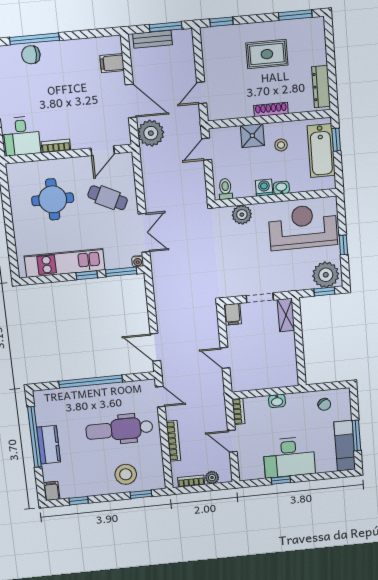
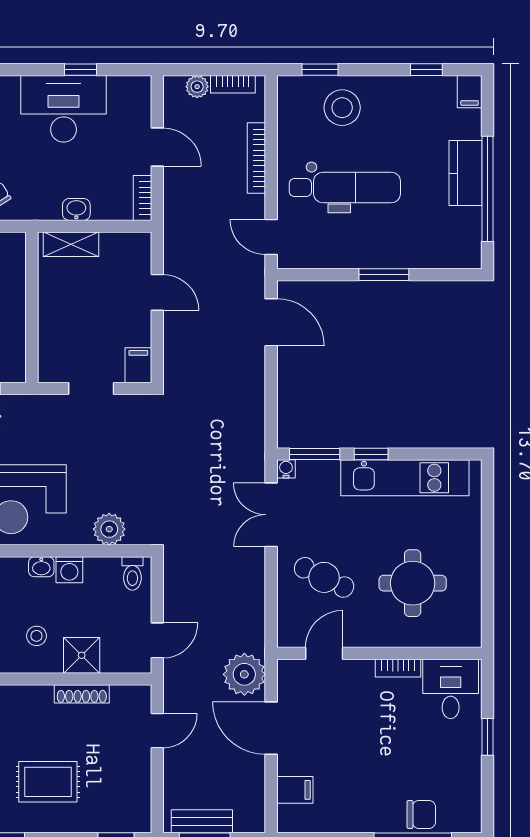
bench: (152, 39) -> (202, 821), moved
shoe rack: (271, 110) -> (82, 694), moved
shelving: (286, 315) -> (71, 244), moved, turned 90
window: (91, 382) -> (384, 275), width x0.47

